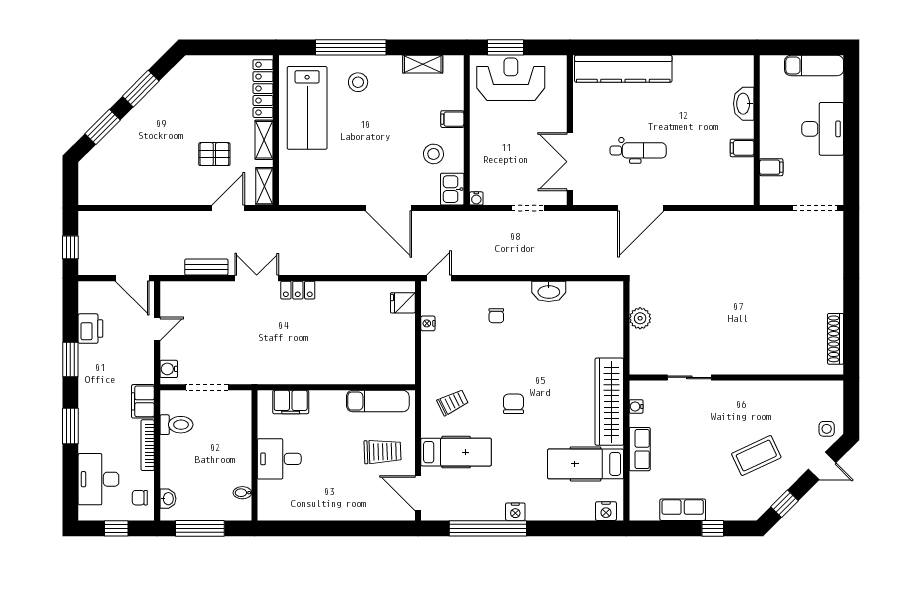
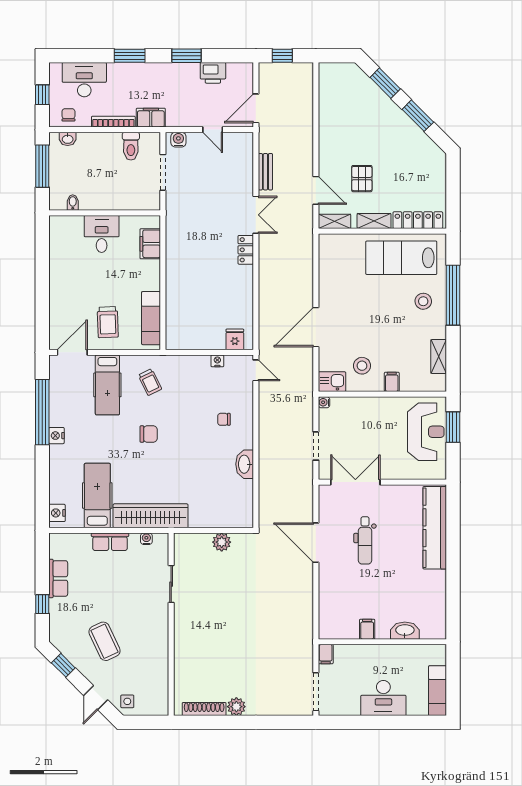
filing cabinet: (771, 167) -> (326, 654), moved
plant: (833, 301) -> (236, 707), added

